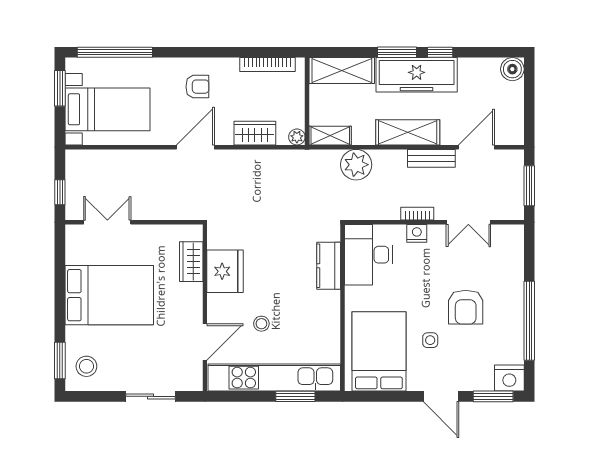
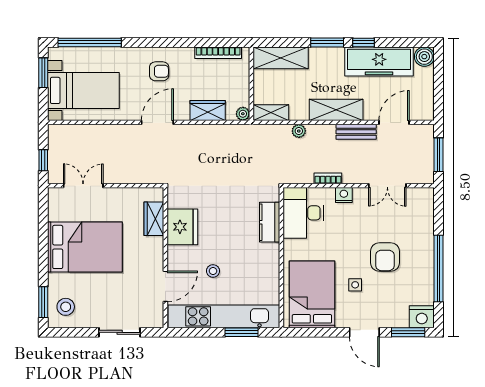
freezer: (417, 75) -> (379, 61), moved
plant: (356, 165) -> (299, 131), width x0.53, depth x0.53
bookcase: (417, 214) -> (328, 178), moved

